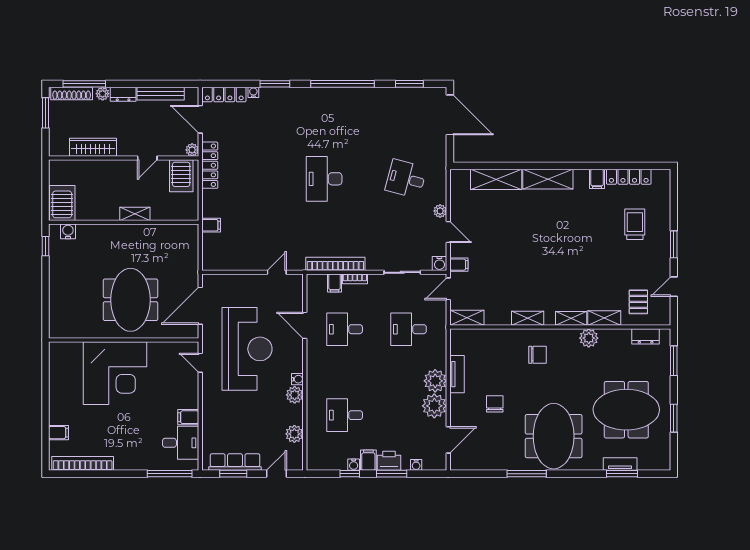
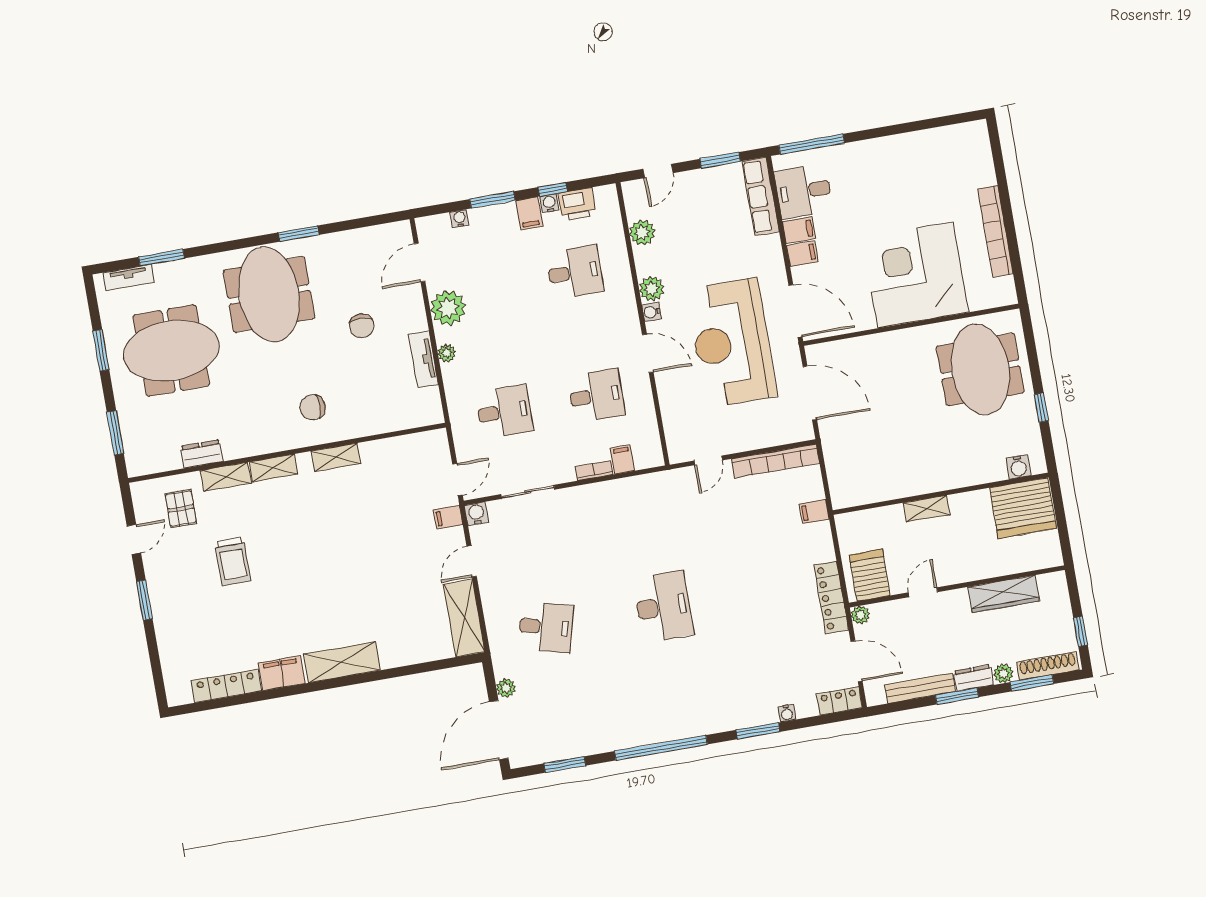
window: (84, 84) -> (1032, 683), width x0.69
window: (136, 84) -> (957, 696), added
locker: (224, 94) -> (839, 701), width x0.66
window: (46, 113) -> (1080, 631), width x0.67
door: (450, 115) -> (499, 730), hinge flipped
shelving: (496, 179) -> (464, 618), moved, turned 90
filing cabinet: (597, 179) -> (282, 673), width x2.00
server rack: (62, 203) -> (1023, 508), width x1.60
plant: (440, 211) -> (506, 688), moved
trolley: (635, 224) -> (233, 561), moved
door: (448, 232) -> (472, 561), hinge flipped
window: (46, 246) -> (1041, 408), moved
bookcase: (335, 264) -> (775, 461), moved
meeting table: (130, 300) -> (980, 370), moved
door: (200, 306) -> (810, 393), hinge flipped
shelving: (467, 318) -> (423, 443), removed
door: (305, 325) -> (648, 353), moved
dresser: (646, 336) -> (202, 454), moved
plant: (589, 338) -> (243, 444), removed
door: (200, 363) -> (795, 311), width x1.87
plant: (435, 381) -> (447, 353), width x0.53, depth x0.53
filing cabinet: (58, 433) -> (802, 254), moved, turned 180
printer: (389, 461) -> (577, 204), moved
row of seats: (235, 462) -> (761, 196), moved, turned 90
bookcase: (83, 463) -> (995, 231), moved, turned 90
tv unit: (620, 464) -> (129, 278), moved
window: (527, 474) -> (299, 234), width x0.69

